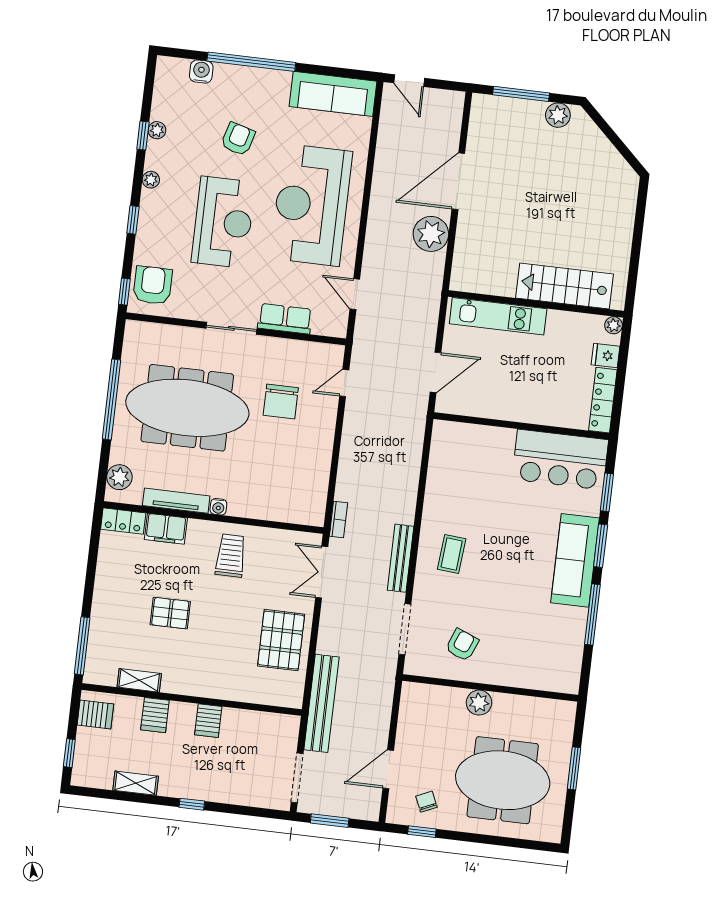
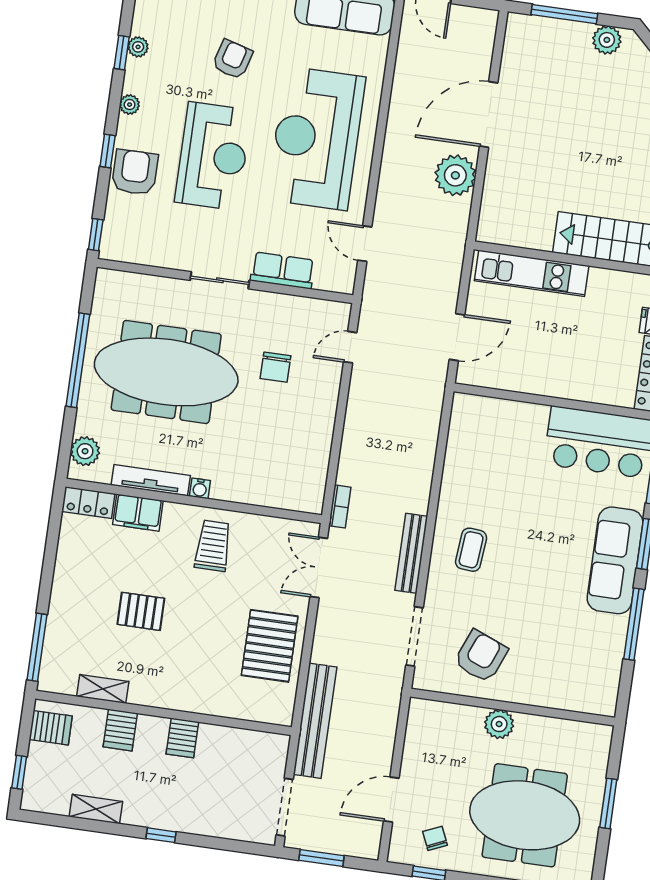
armchair: (153, 285) -> (135, 172), moved
chair: (281, 401) -> (276, 367), width x0.73, depth x0.73
armchair: (462, 645) -> (481, 656), width x1.38, depth x1.38

